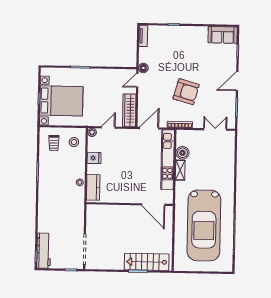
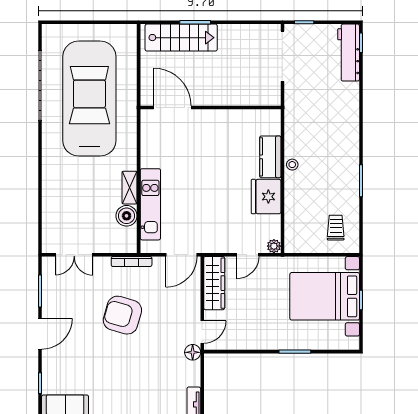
stool: (74, 142) -> (303, 230), removed
fridge: (94, 158) -> (266, 197), width x1.88, depth x1.34
kitchen unit: (168, 160) -> (150, 204), width x0.73
wall: (130, 204) -> (211, 108), moved
door: (153, 205) -> (172, 108), moved

